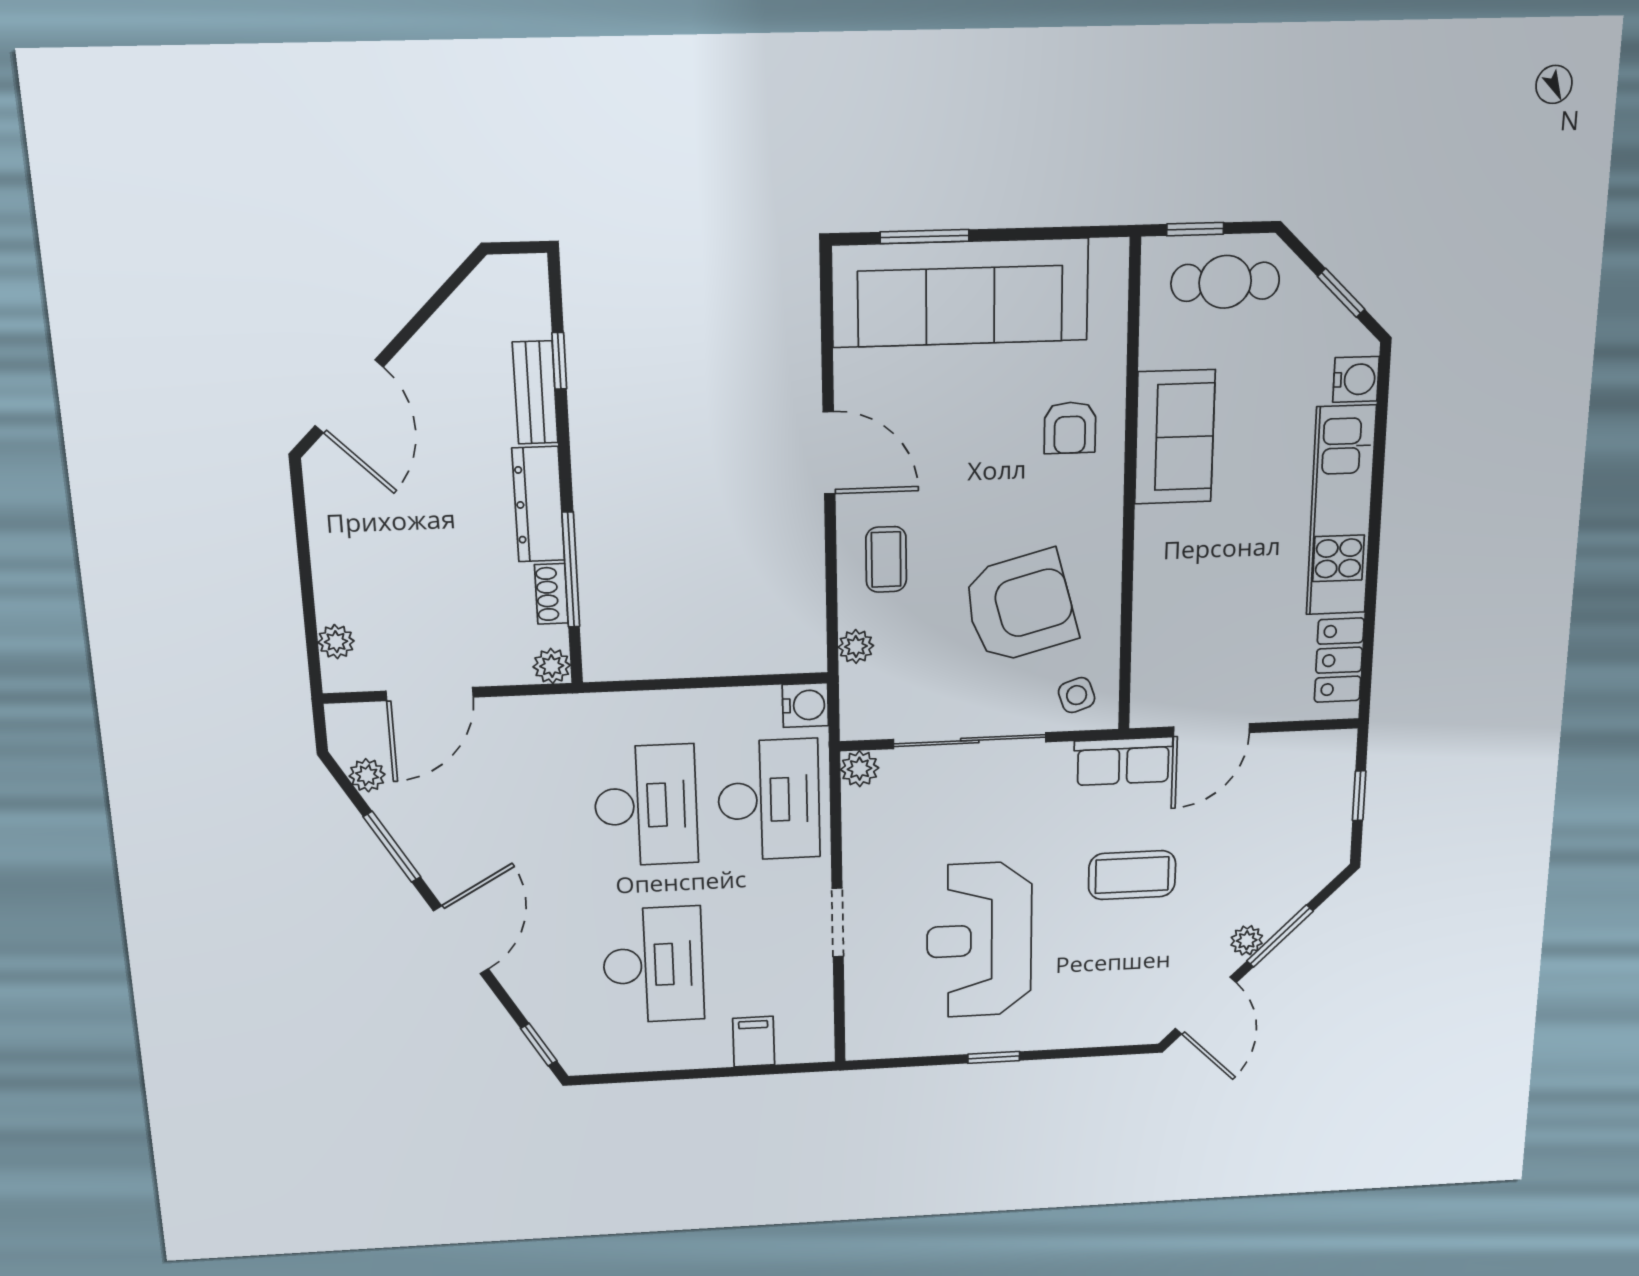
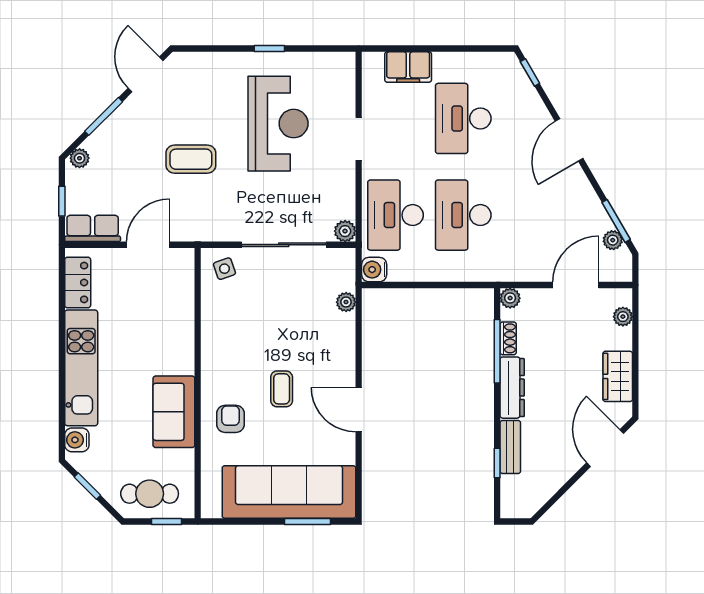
wardrobe: (336, 532) -> (618, 376), added
coffee table: (886, 559) -> (282, 389), moved
armchair: (1020, 607) -> (256, 321), removed
row of seats: (1123, 761) -> (93, 228), moved
window: (392, 847) -> (616, 221), moved
plant: (1247, 940) -> (80, 158), moved
filing cabinet: (754, 1042) -> (408, 67), width x2.00

